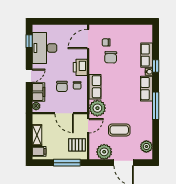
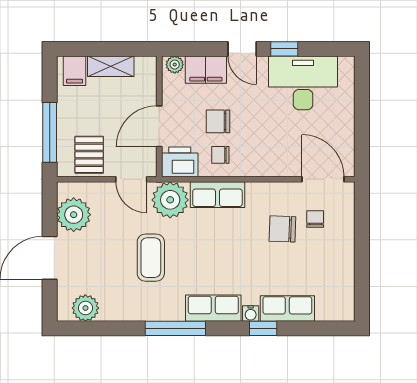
window: (29, 41) -> (284, 49), moved
printer: (80, 67) -> (180, 162), moved
coffee table: (119, 130) -> (151, 258), moved

